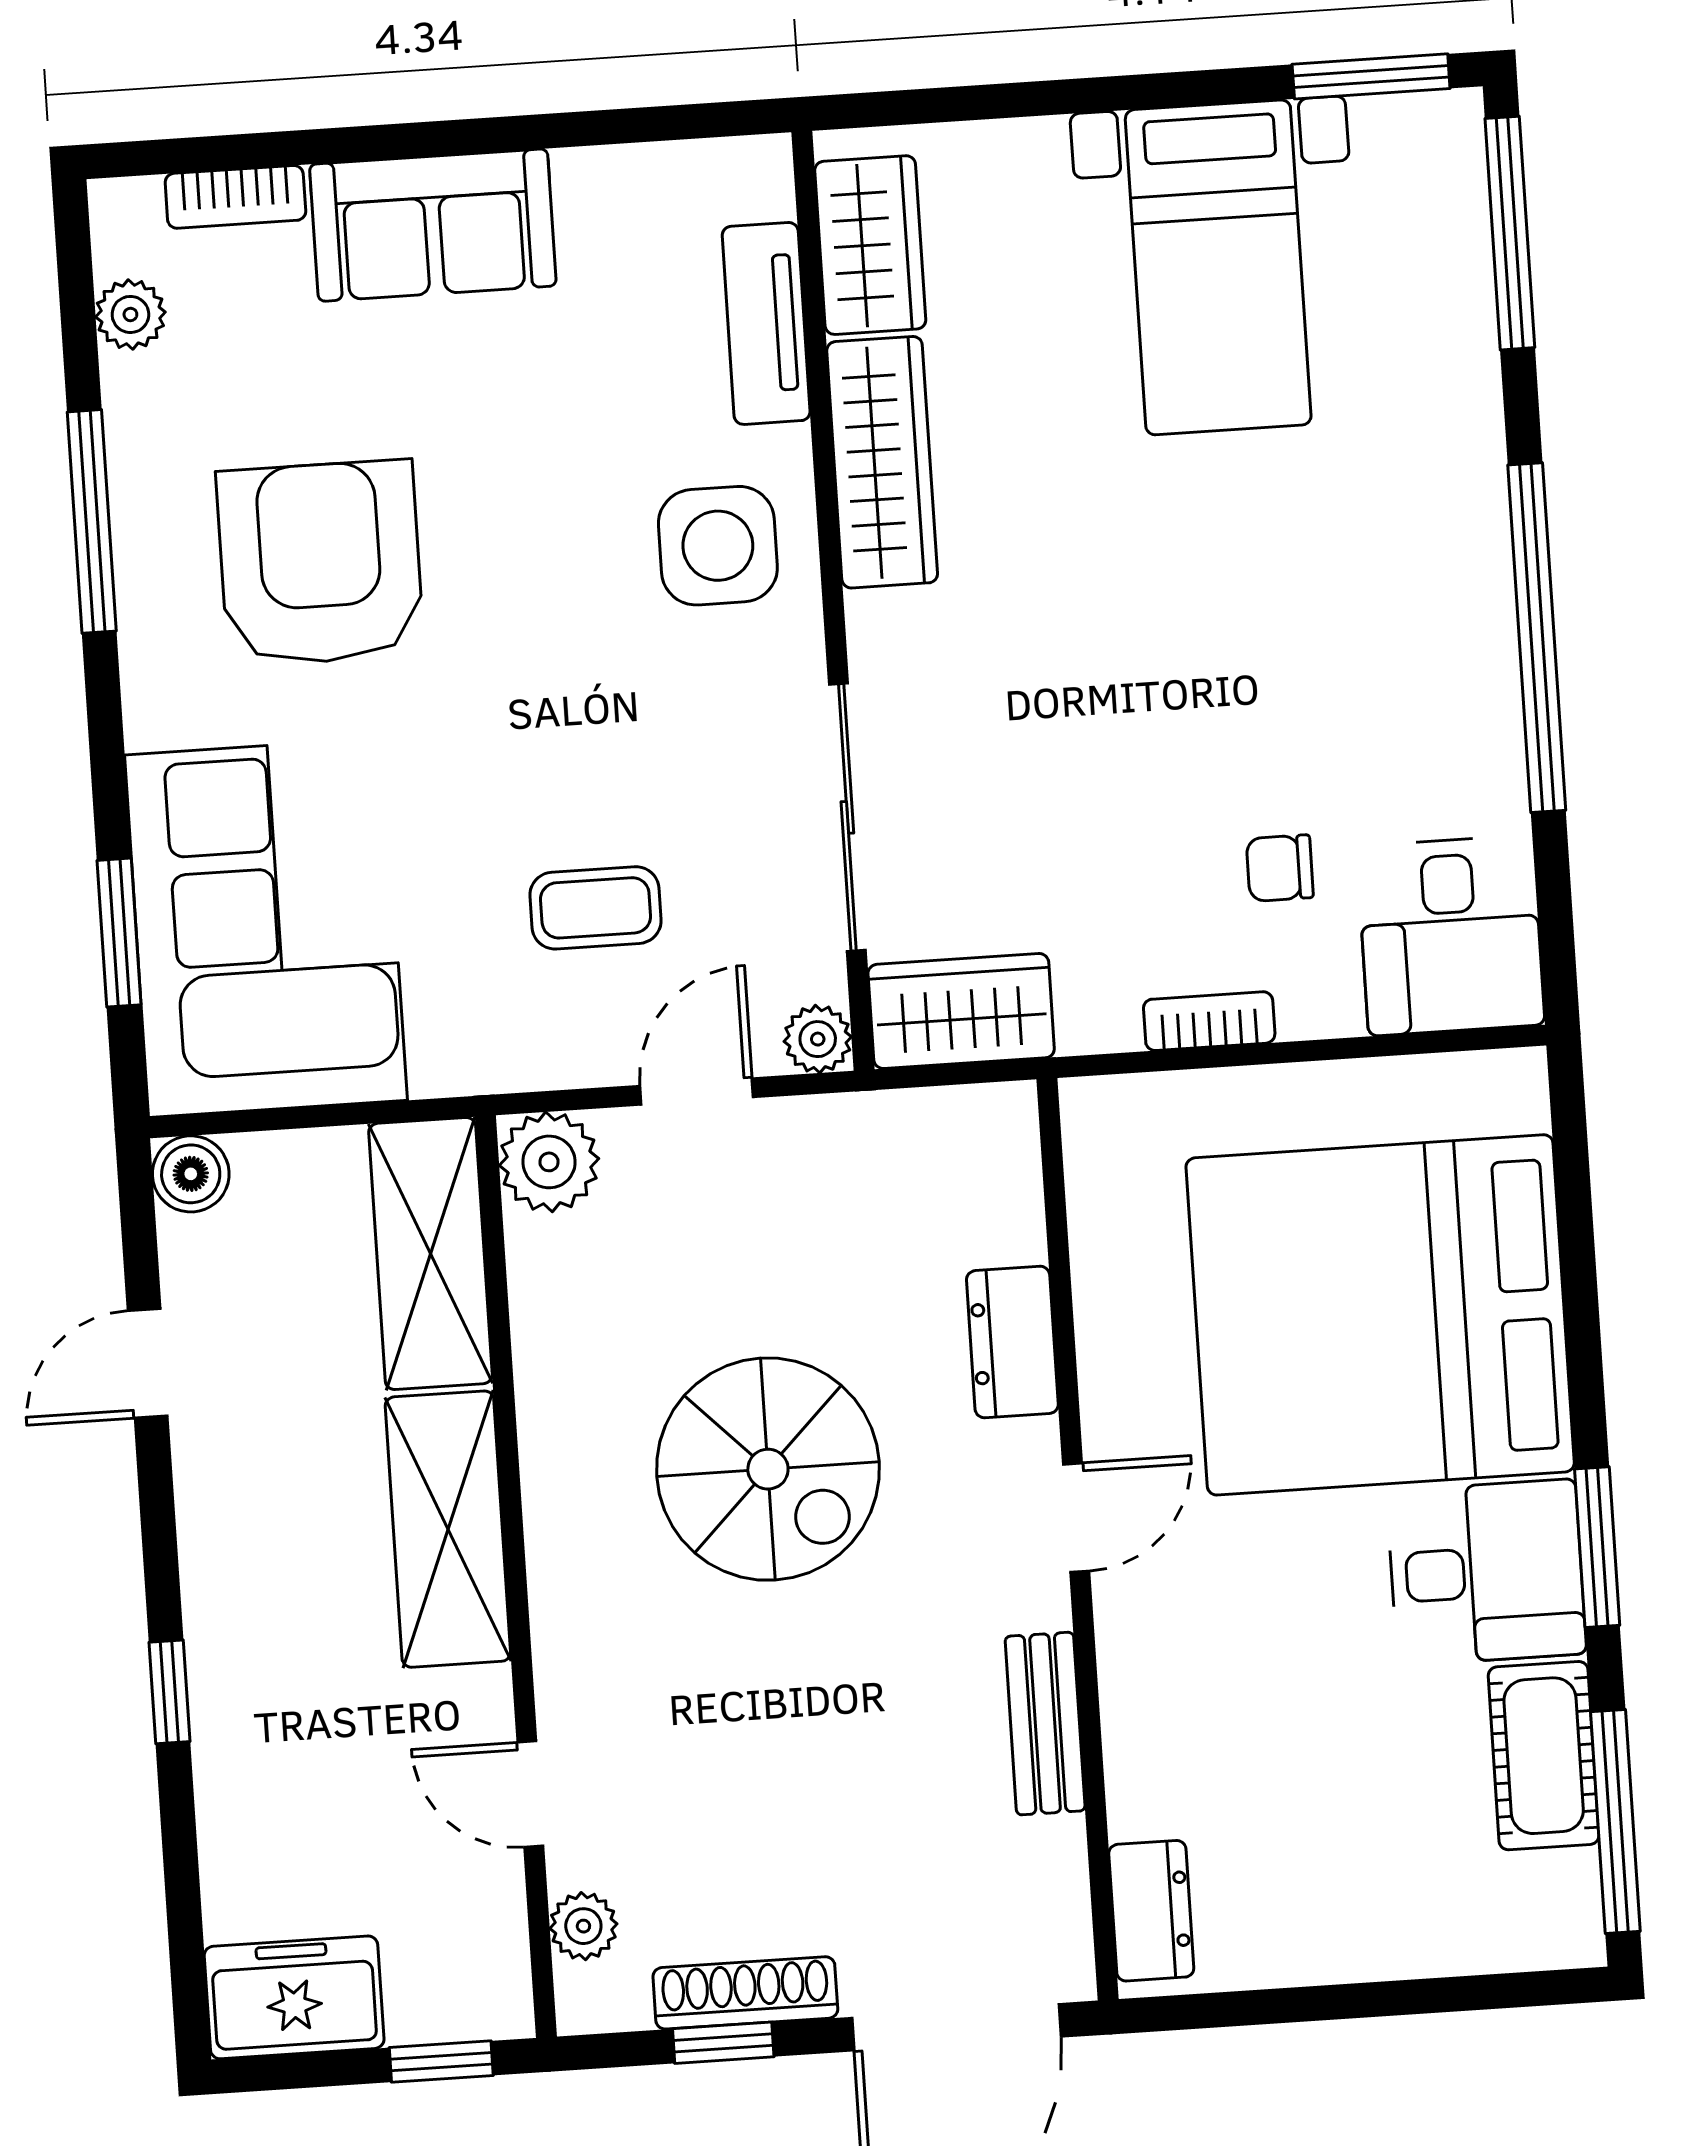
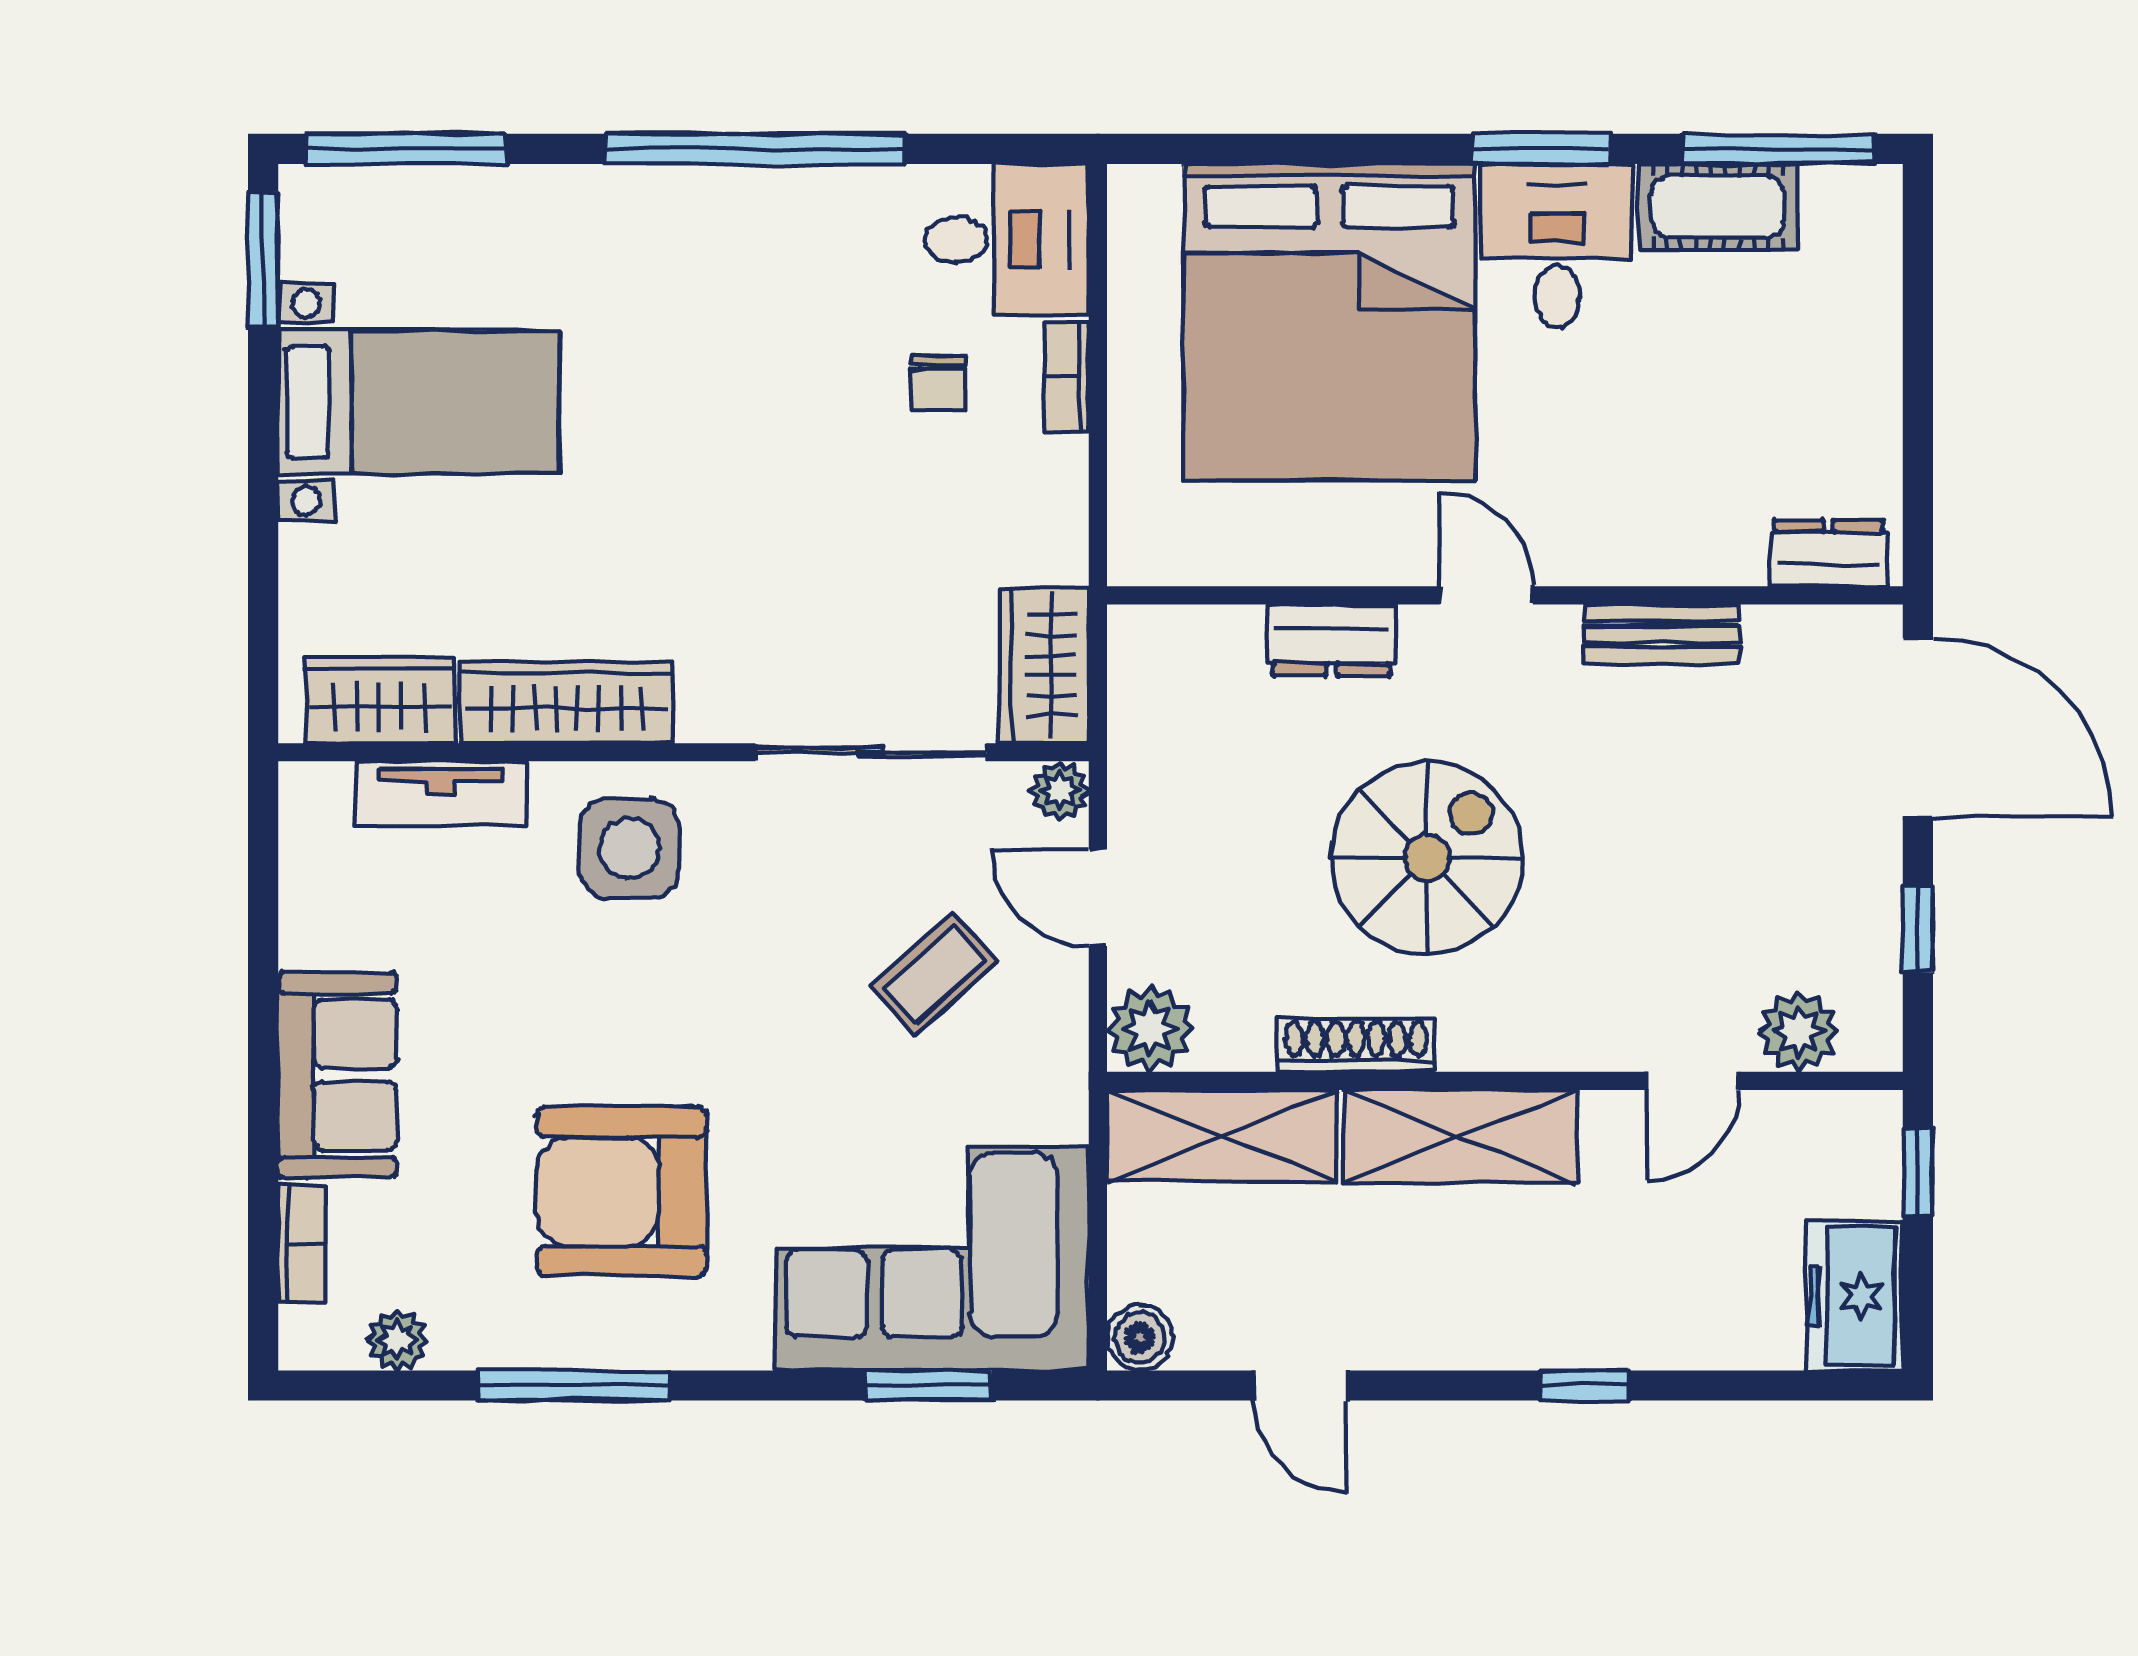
coffee table: (596, 908) -> (934, 974), turned 48
bookcase: (1209, 1021) -> (1067, 378), moved
plant: (583, 1926) -> (1799, 1032), width x1.38, depth x1.38
shoe rack: (745, 1993) -> (1356, 1045), moved, turned 90

